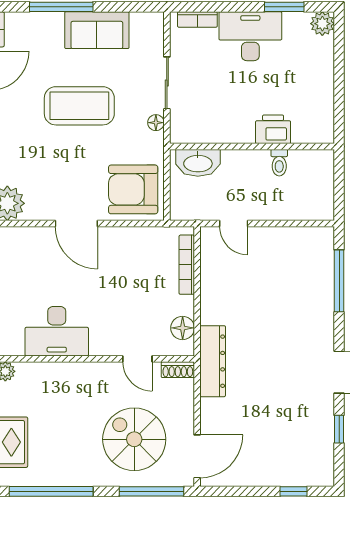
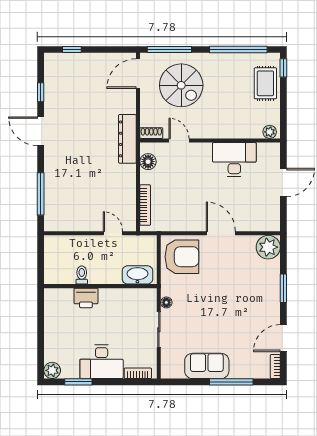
coffee table: (79, 106) -> (219, 314), removed

